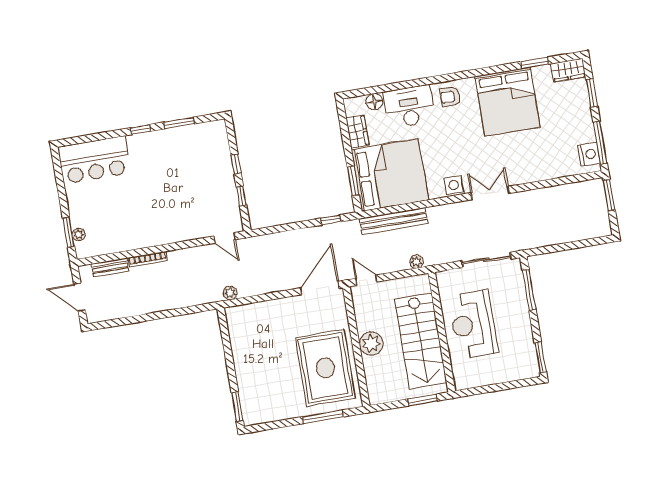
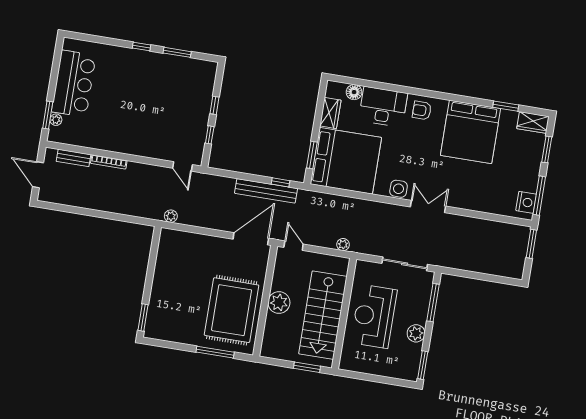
bar counter: (94, 160) -> (74, 84), moved, turned -90
bench: (394, 221) -> (266, 191), moved
plant: (522, 327) -> (416, 333), added

